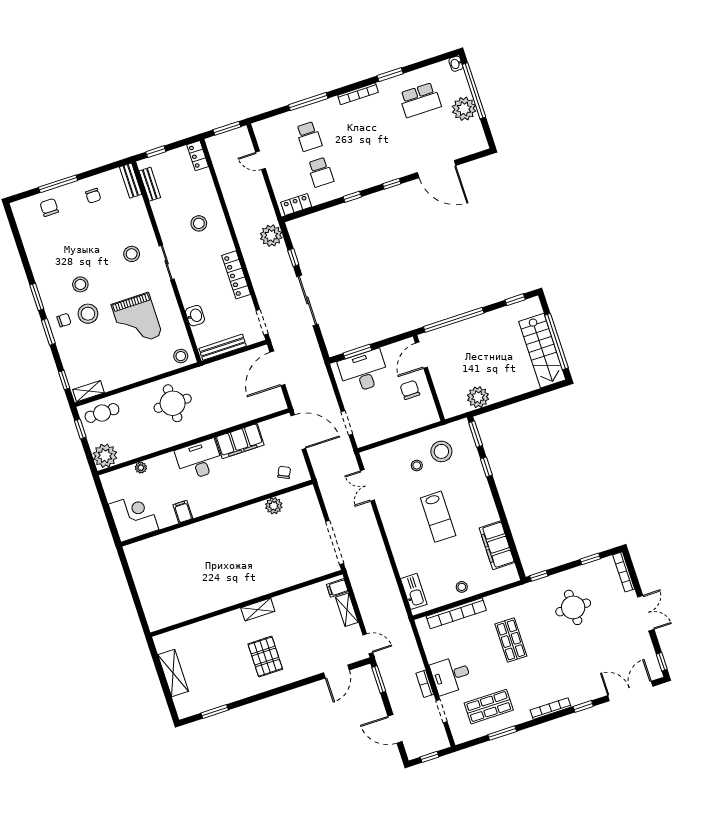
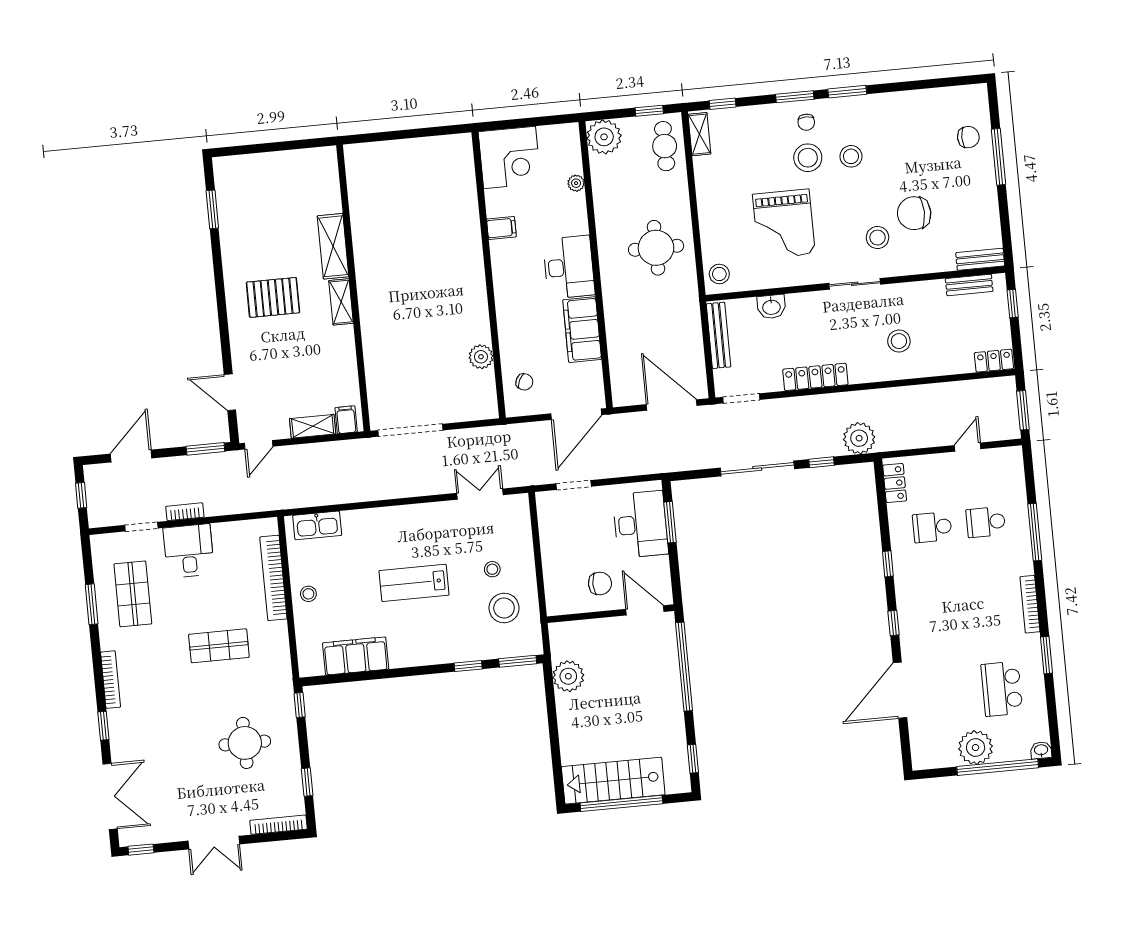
chair: (93, 196) -> (914, 213), moved, width x1.87, depth x1.87
grand piano: (137, 320) -> (784, 224), turned -90
shelving: (173, 673) -> (333, 246), moved, turned 90

